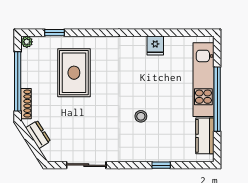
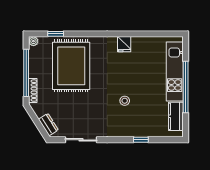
fridge: (155, 46) -> (124, 44), moved
rug: (74, 73) -> (71, 66), width x1.37, depth x1.44
dresser: (38, 134) -> (48, 125), moved

